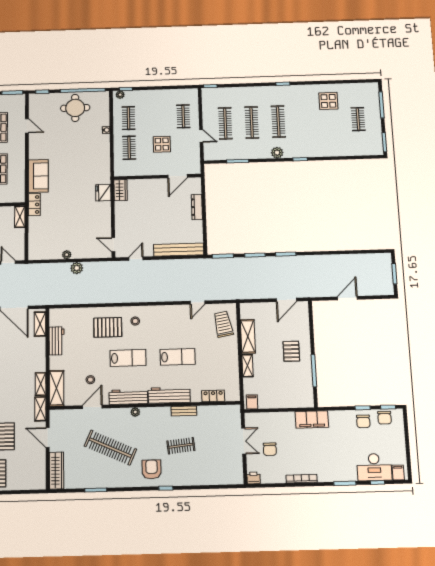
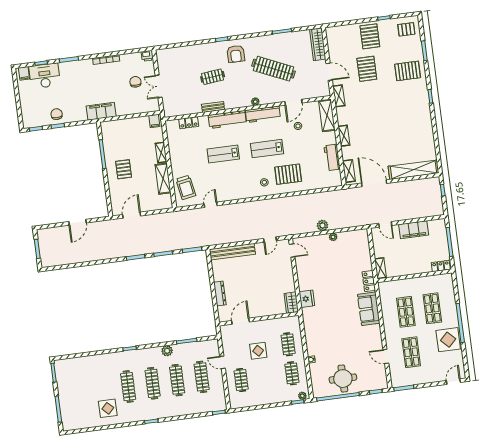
clothes rail: (358, 119) -> (128, 387), moved, width x1.36
plant: (277, 153) -> (167, 351), moved
shelving: (41, 384) -> (344, 136), moved
chair: (384, 418) -> (38, 119), removed

